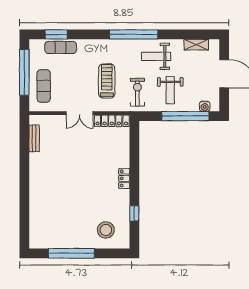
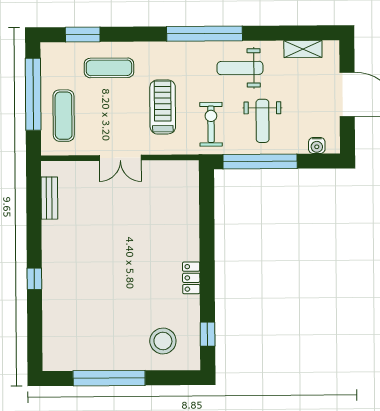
exercise mat: (61, 47) -> (109, 68), moved
window: (185, 116) -> (260, 161), moved
locker: (112, 121) -> (171, 170), removed
locker: (124, 178) -> (191, 278), moved
window: (24, 190) -> (34, 279), added
window: (134, 213) -> (208, 334), moved

